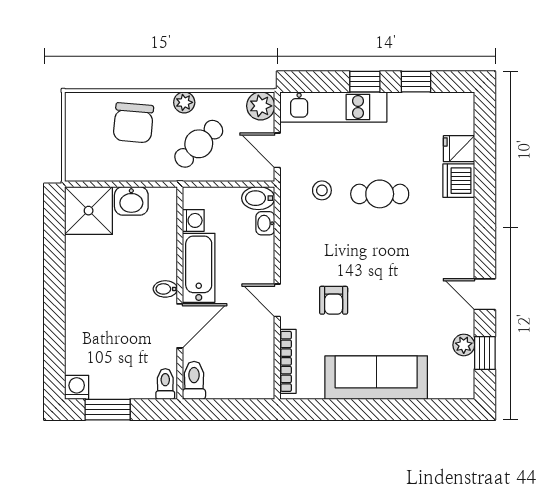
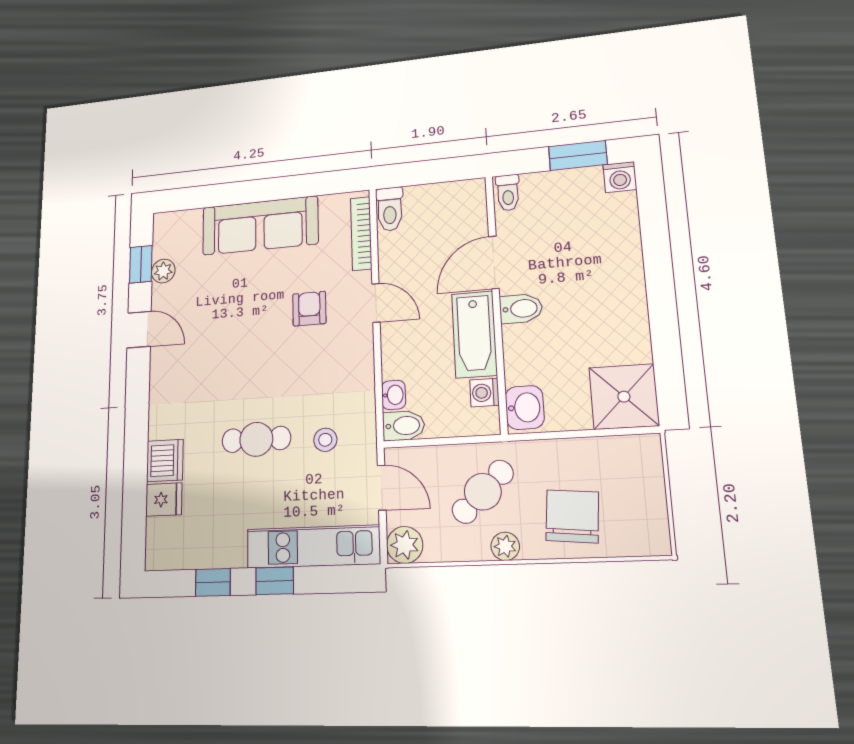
washbasin: (131, 201) -> (525, 407), moved, turned 90
bidet: (165, 289) -> (521, 309), width x1.38, depth x1.36
toilet: (194, 380) -> (390, 209), moved

